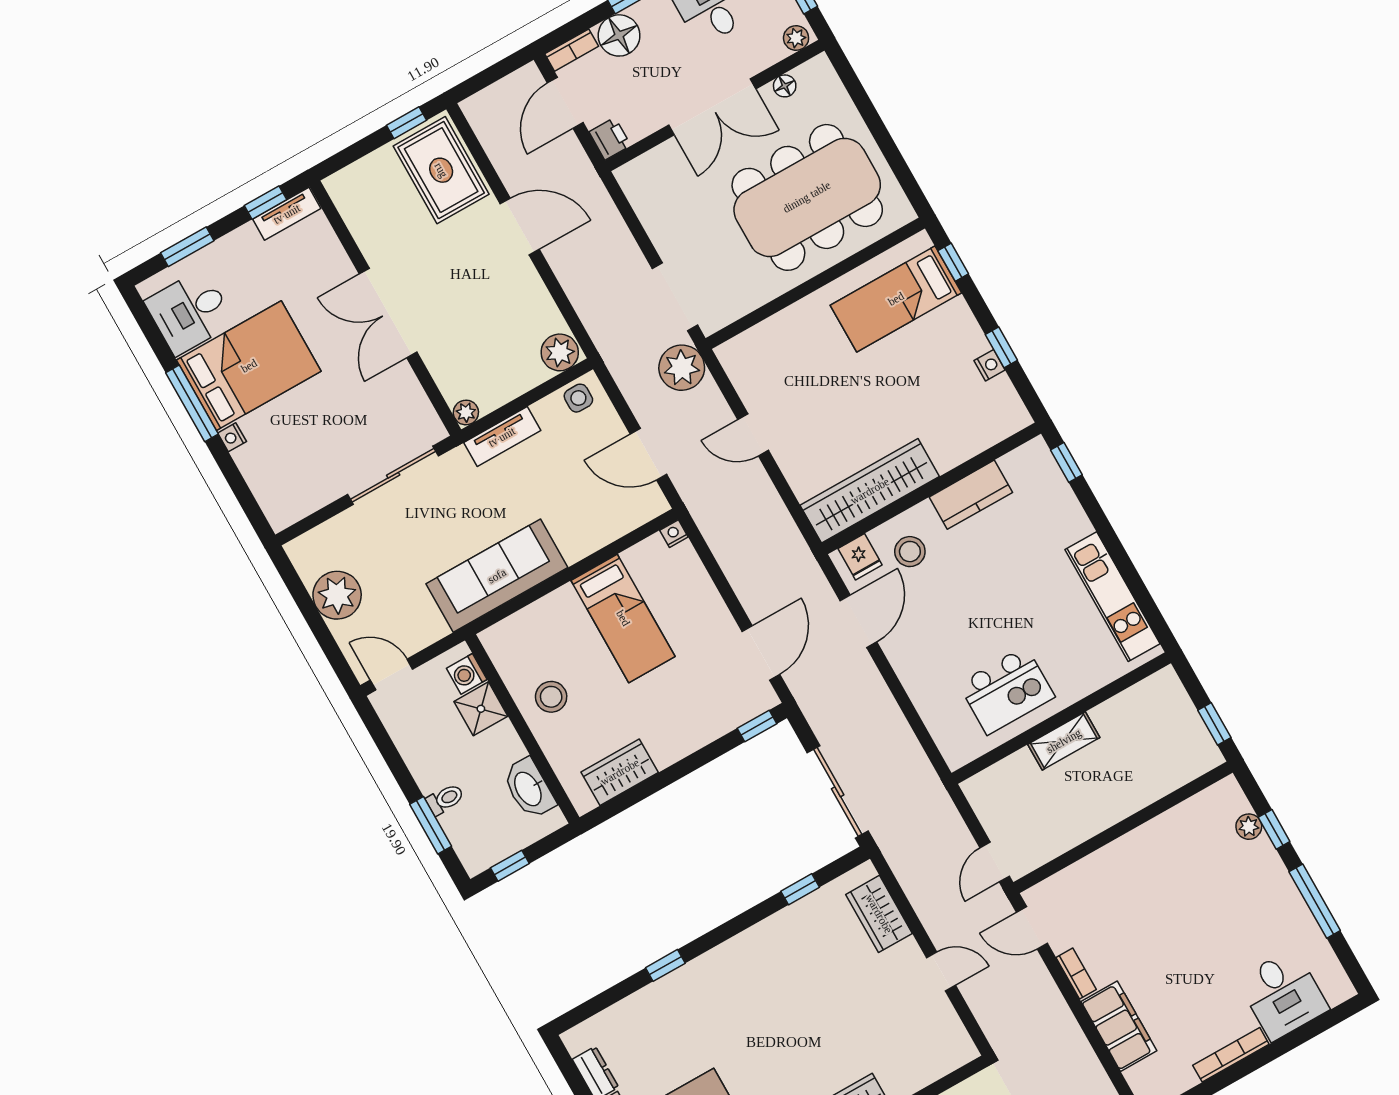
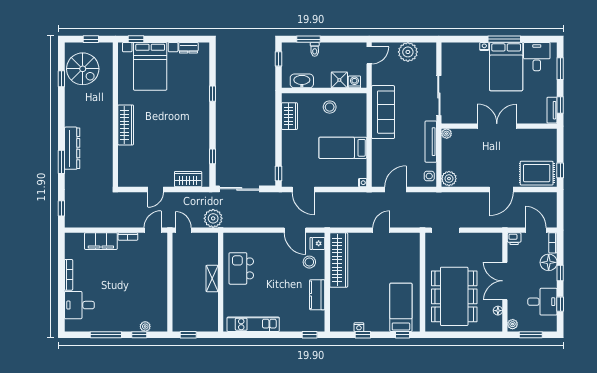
plant: (682, 368) -> (213, 218), moved
tv unit: (502, 437) -> (431, 142), width x1.41

